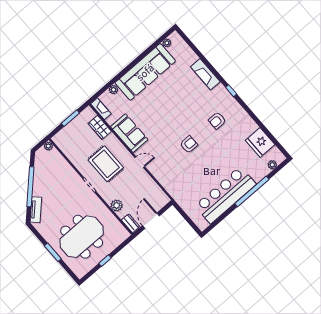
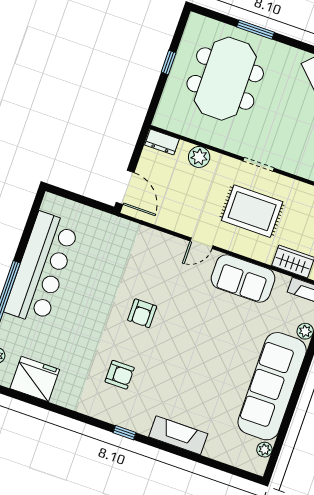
armchair: (217, 121) -> (120, 375), turned 90
door: (151, 221) -> (125, 187), moved

